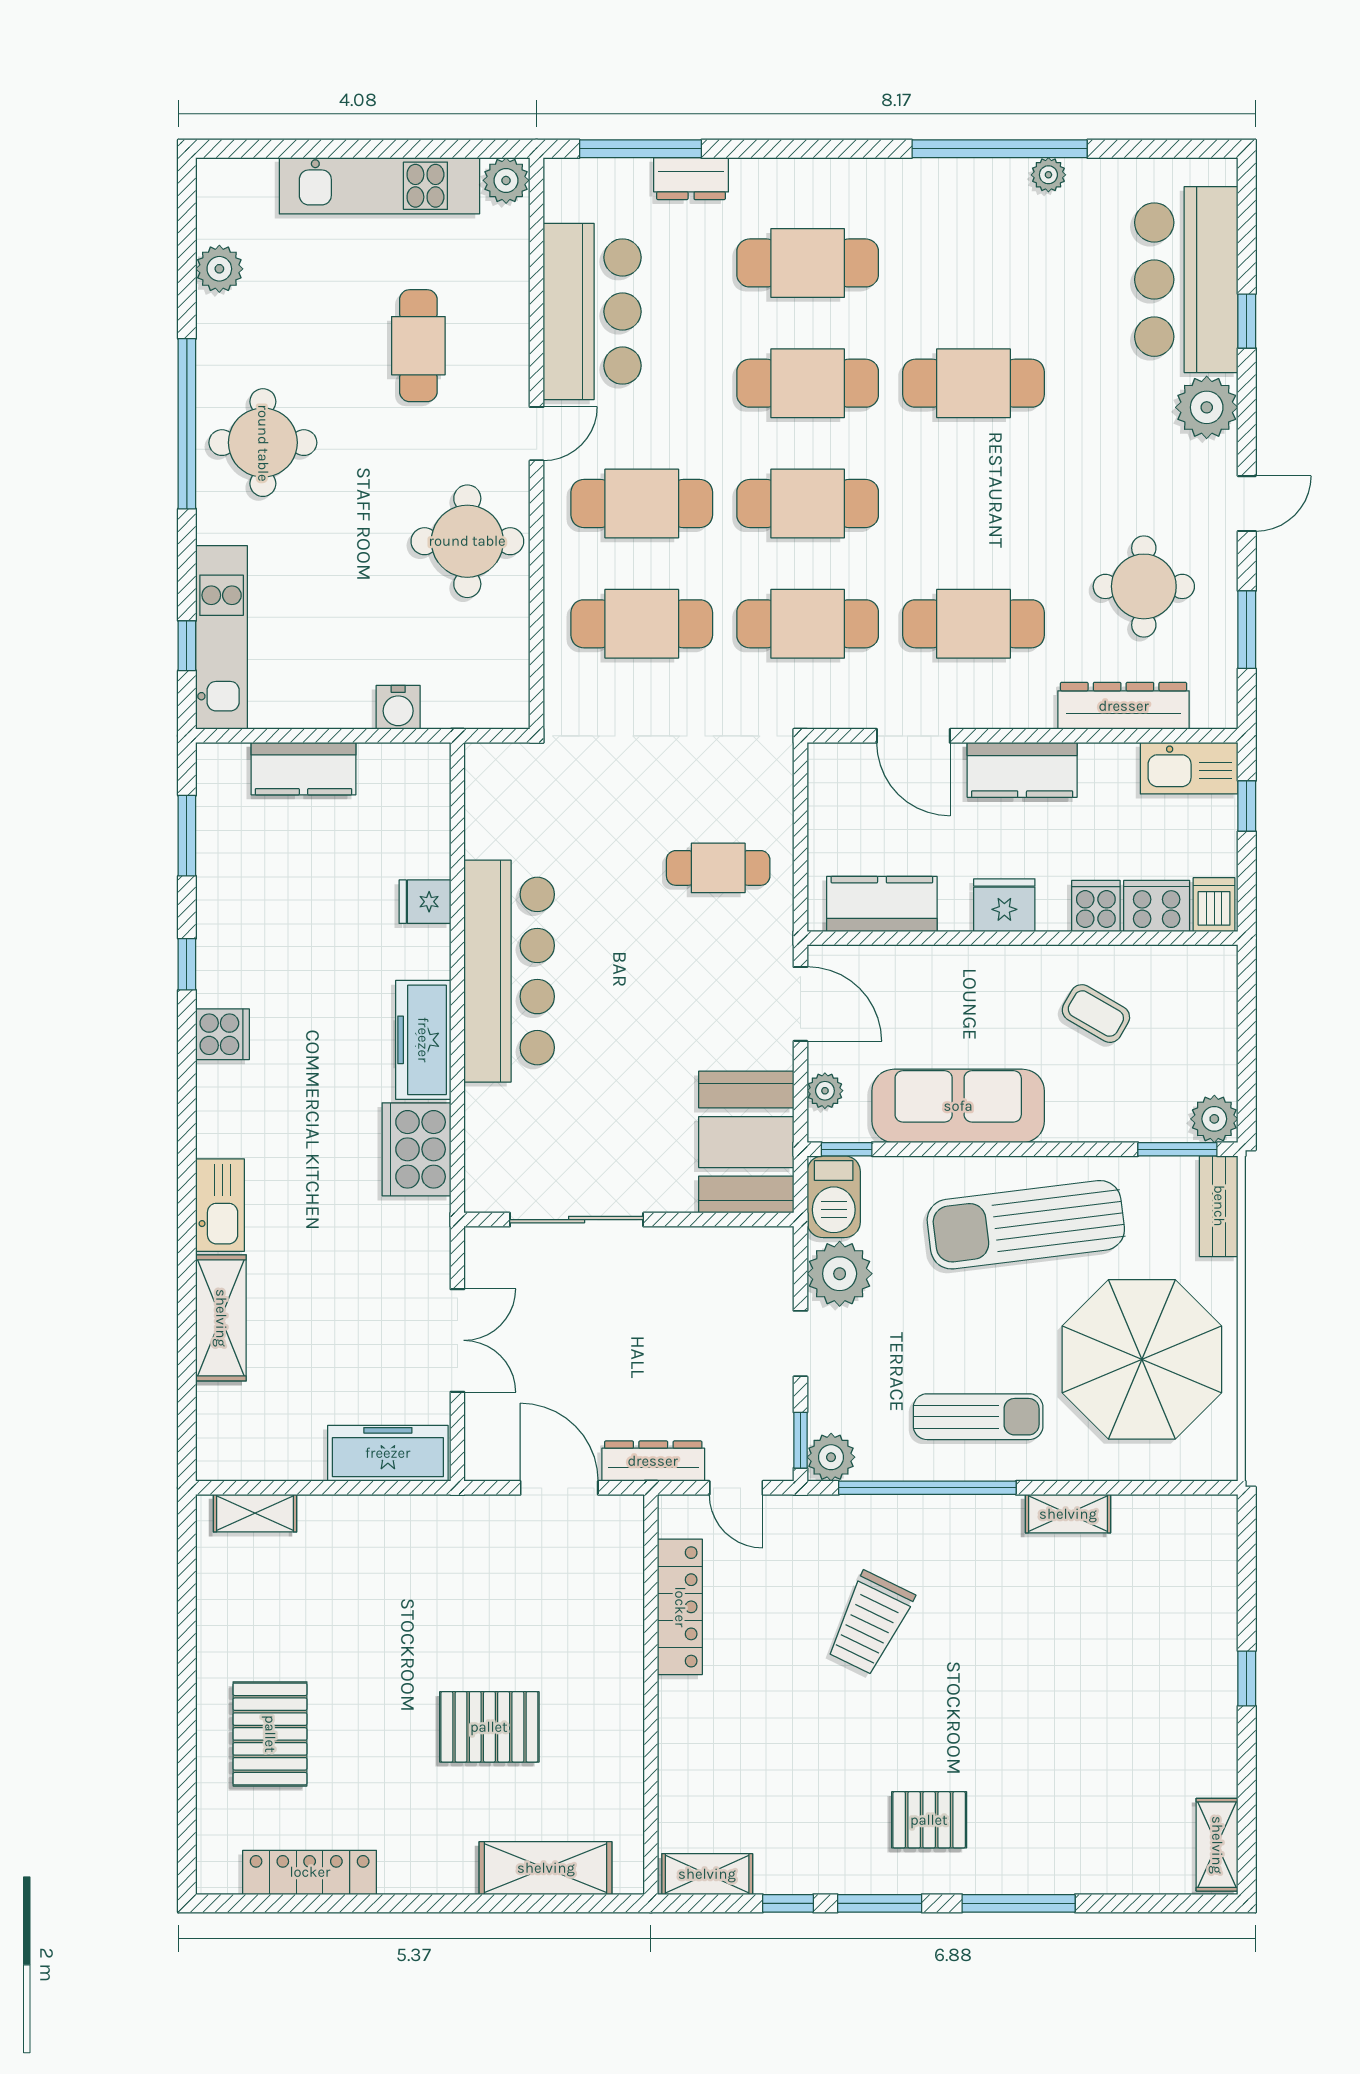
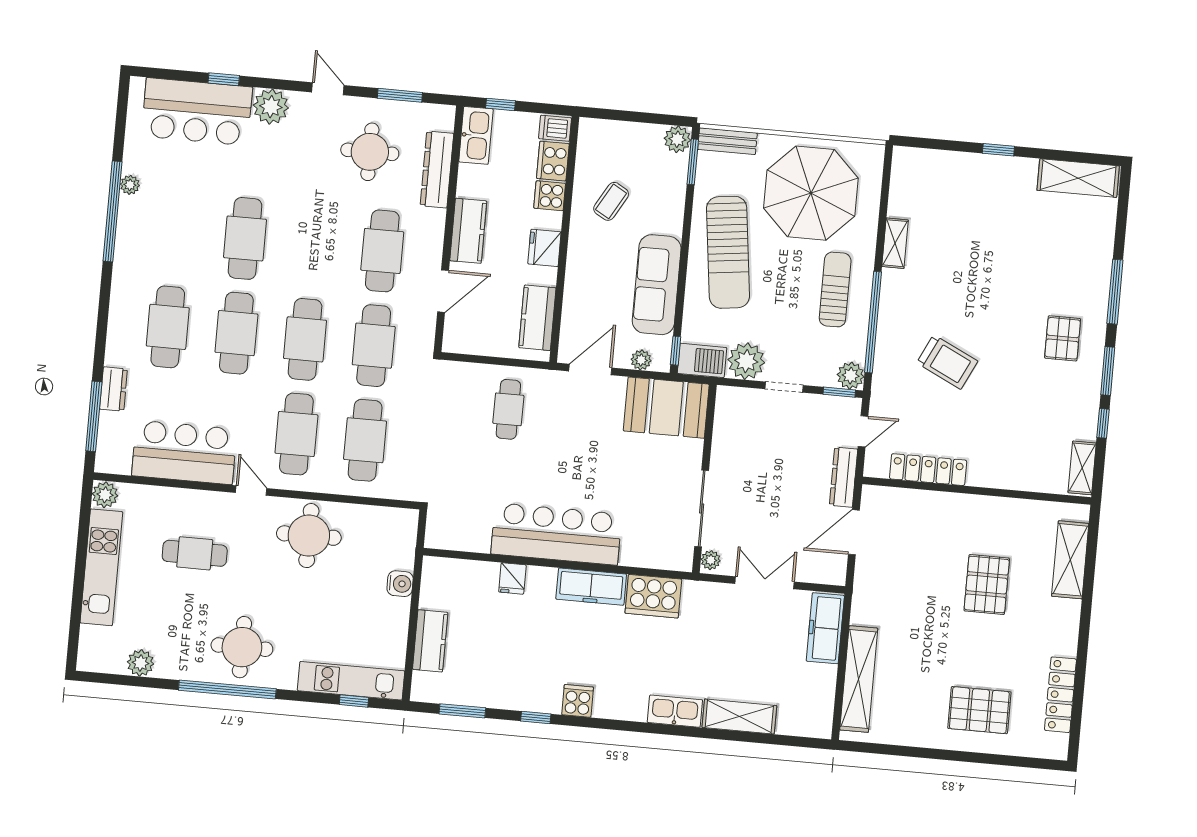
plant: (488, 1243) -> (711, 560), added
shelving: (255, 1513) -> (859, 679), width x2.20, depth x1.33
shelving: (1217, 1845) -> (1078, 178), width x1.50, depth x1.33

